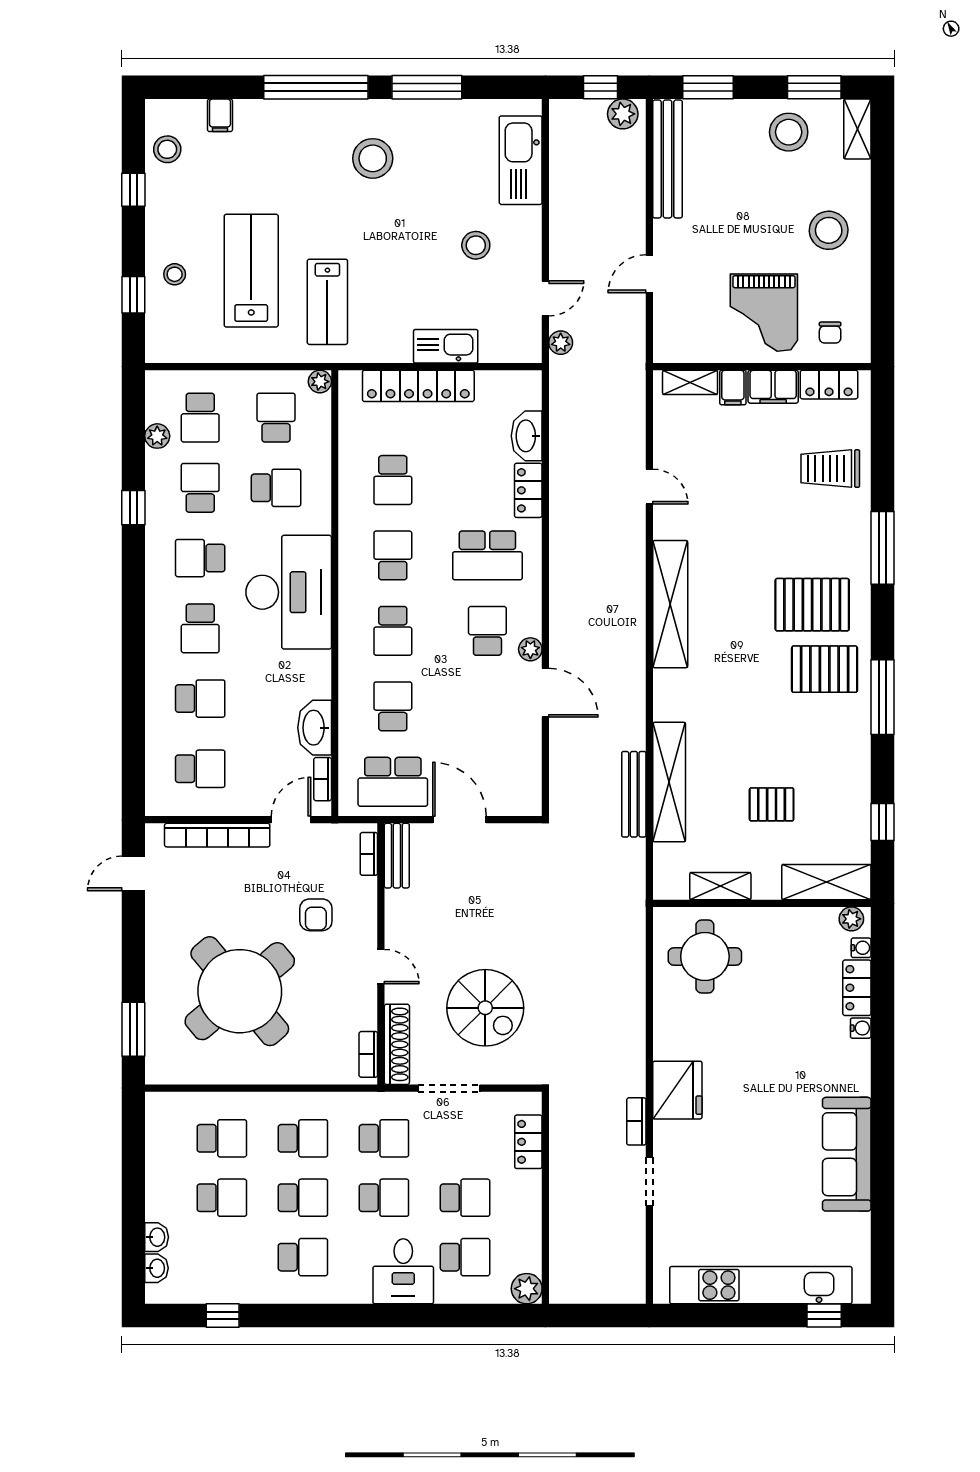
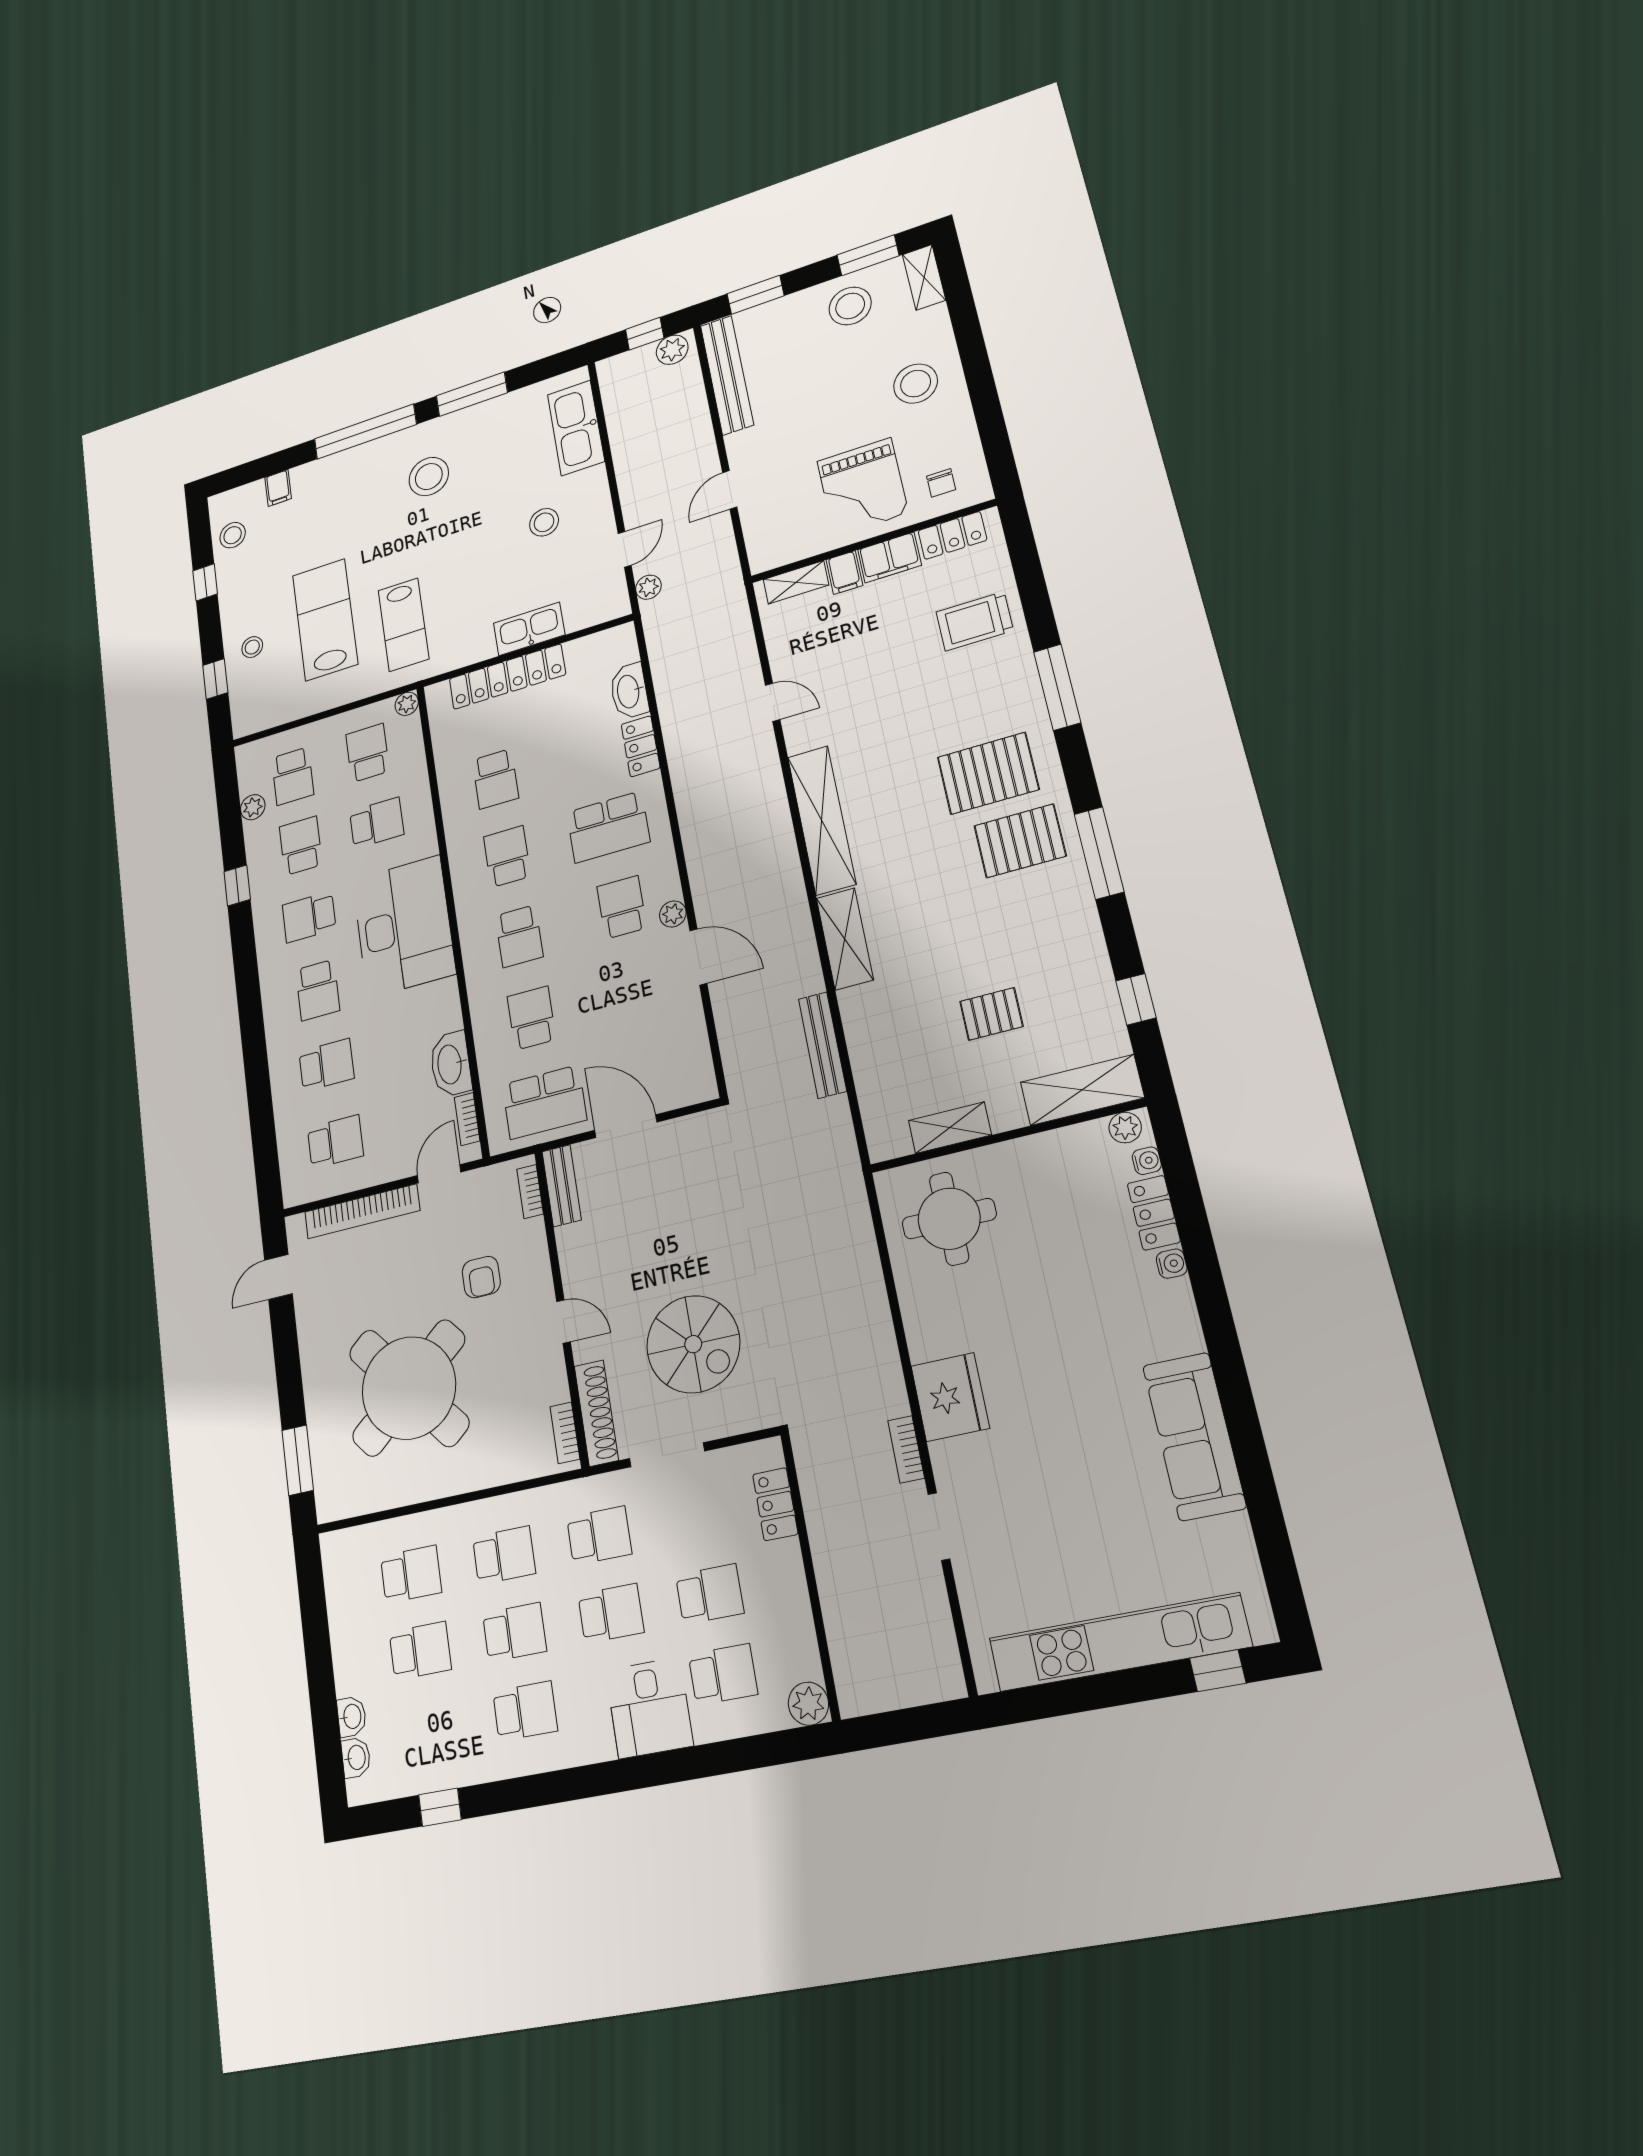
shelving: (669, 782) -> (845, 939), moved, width x0.68

